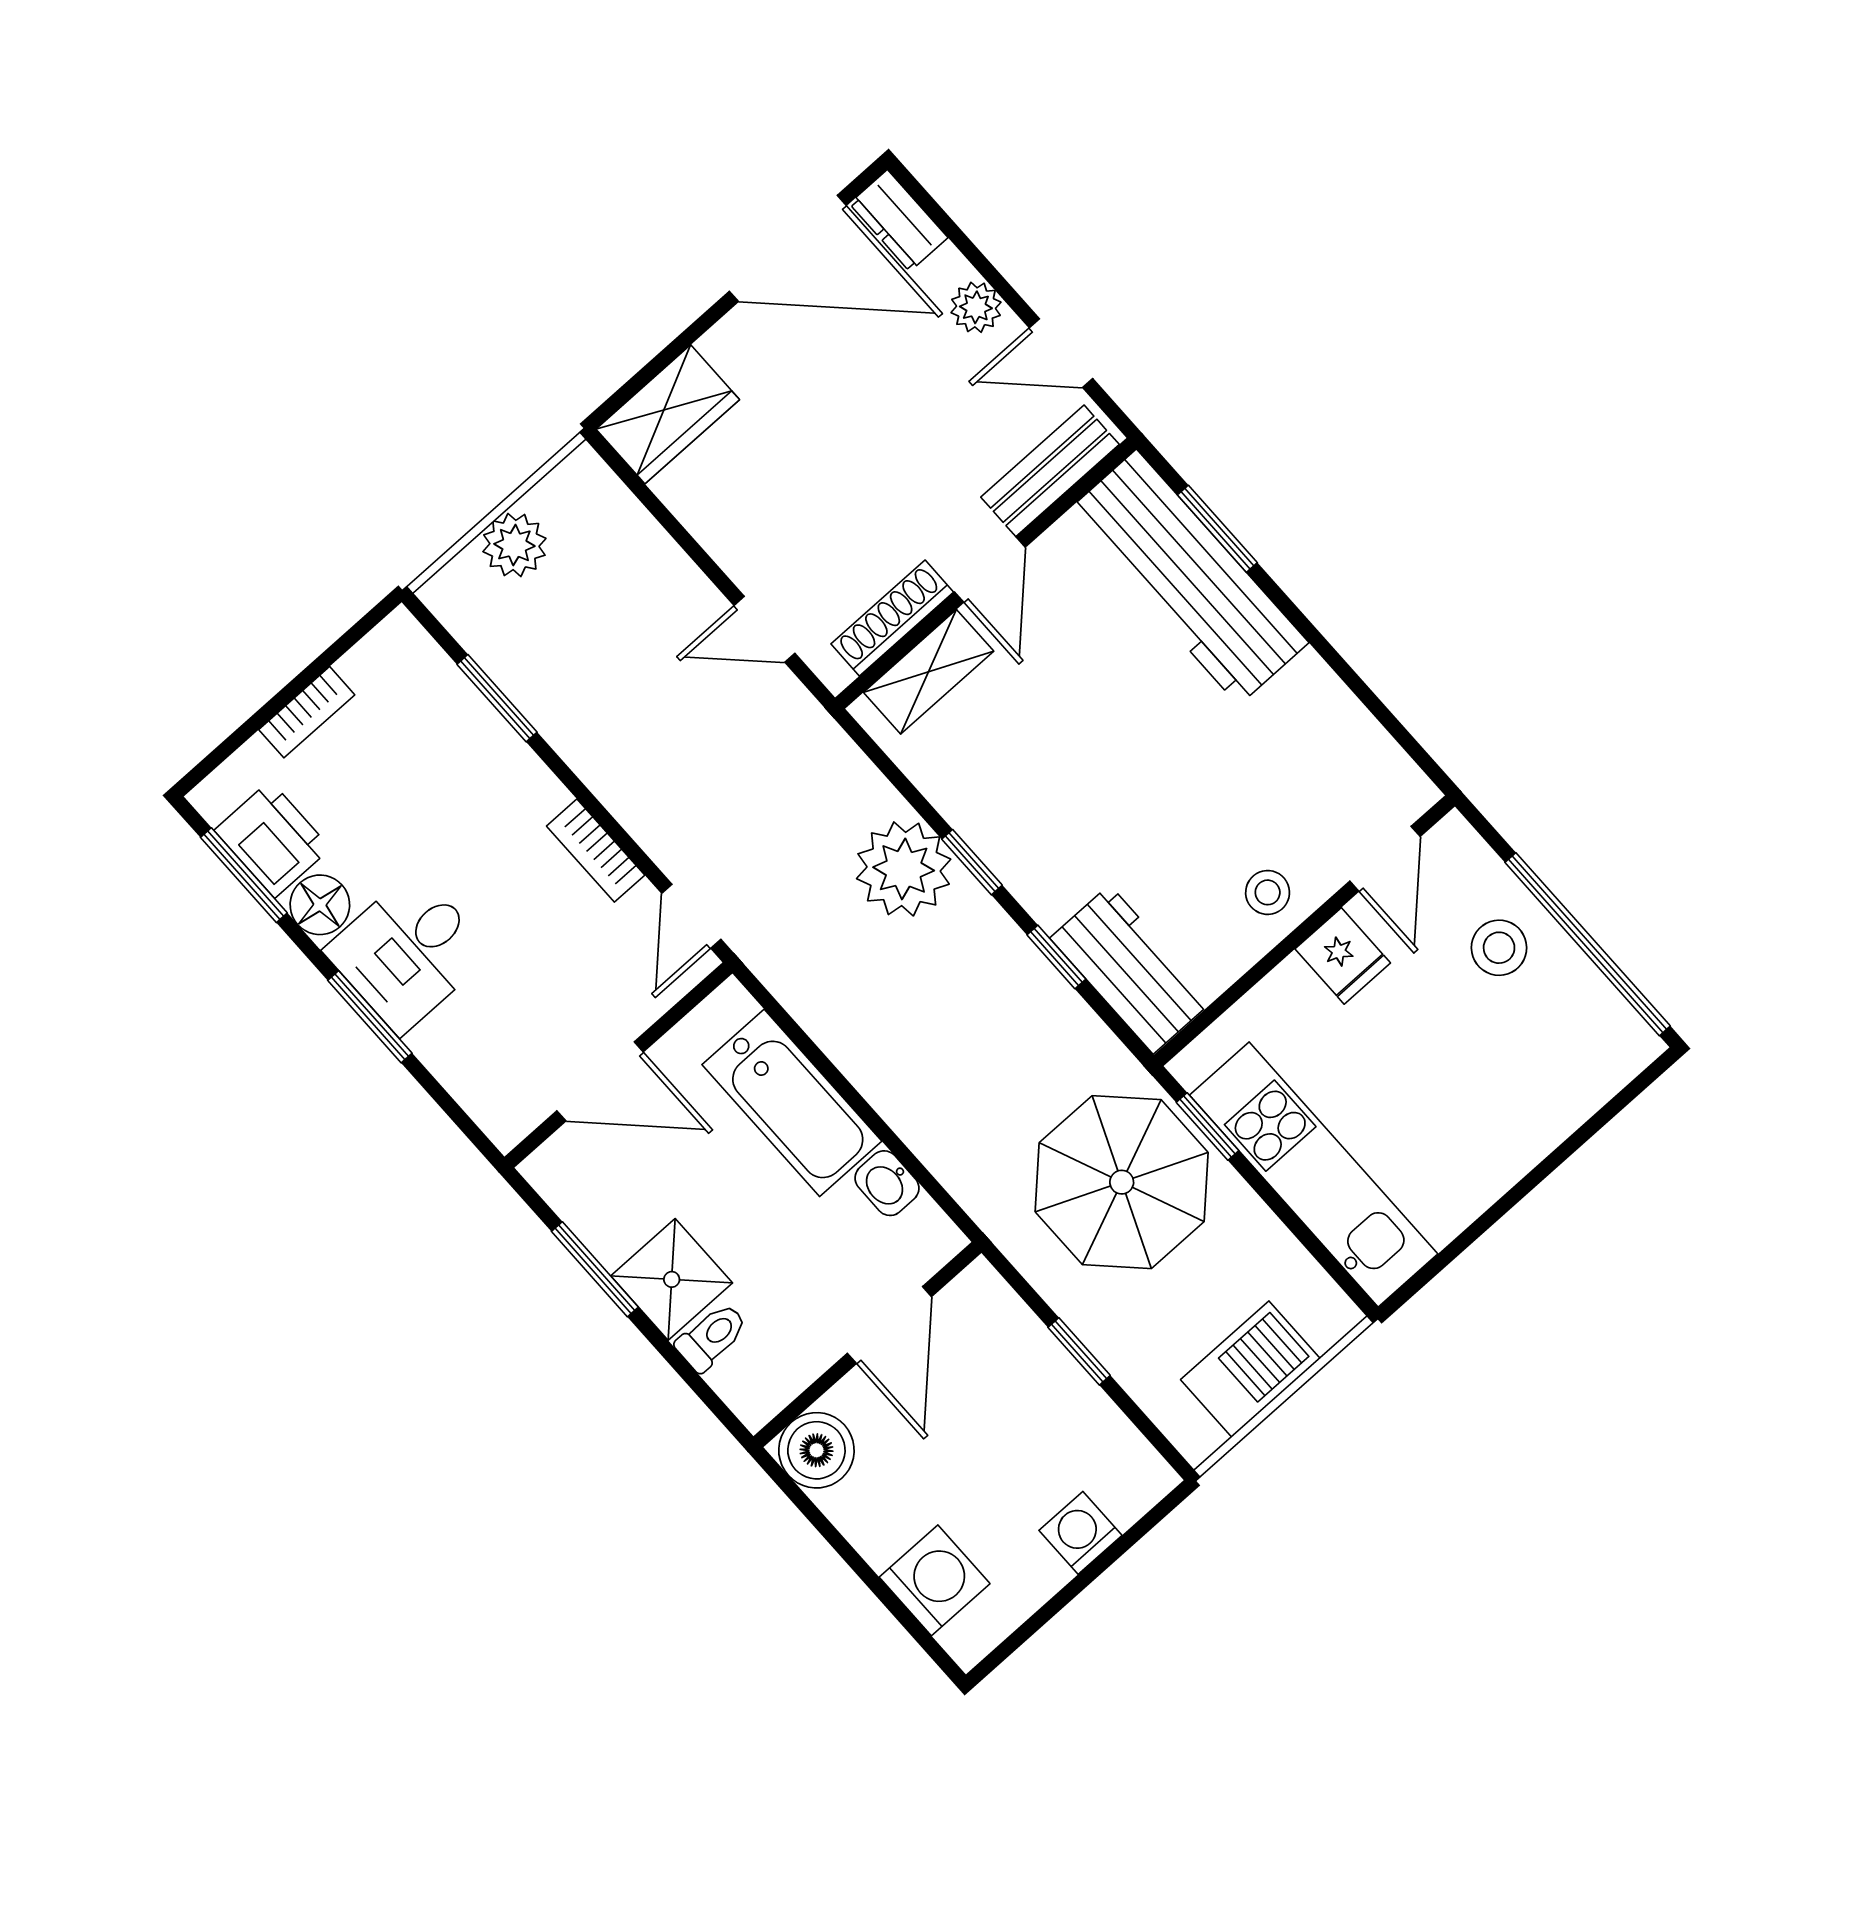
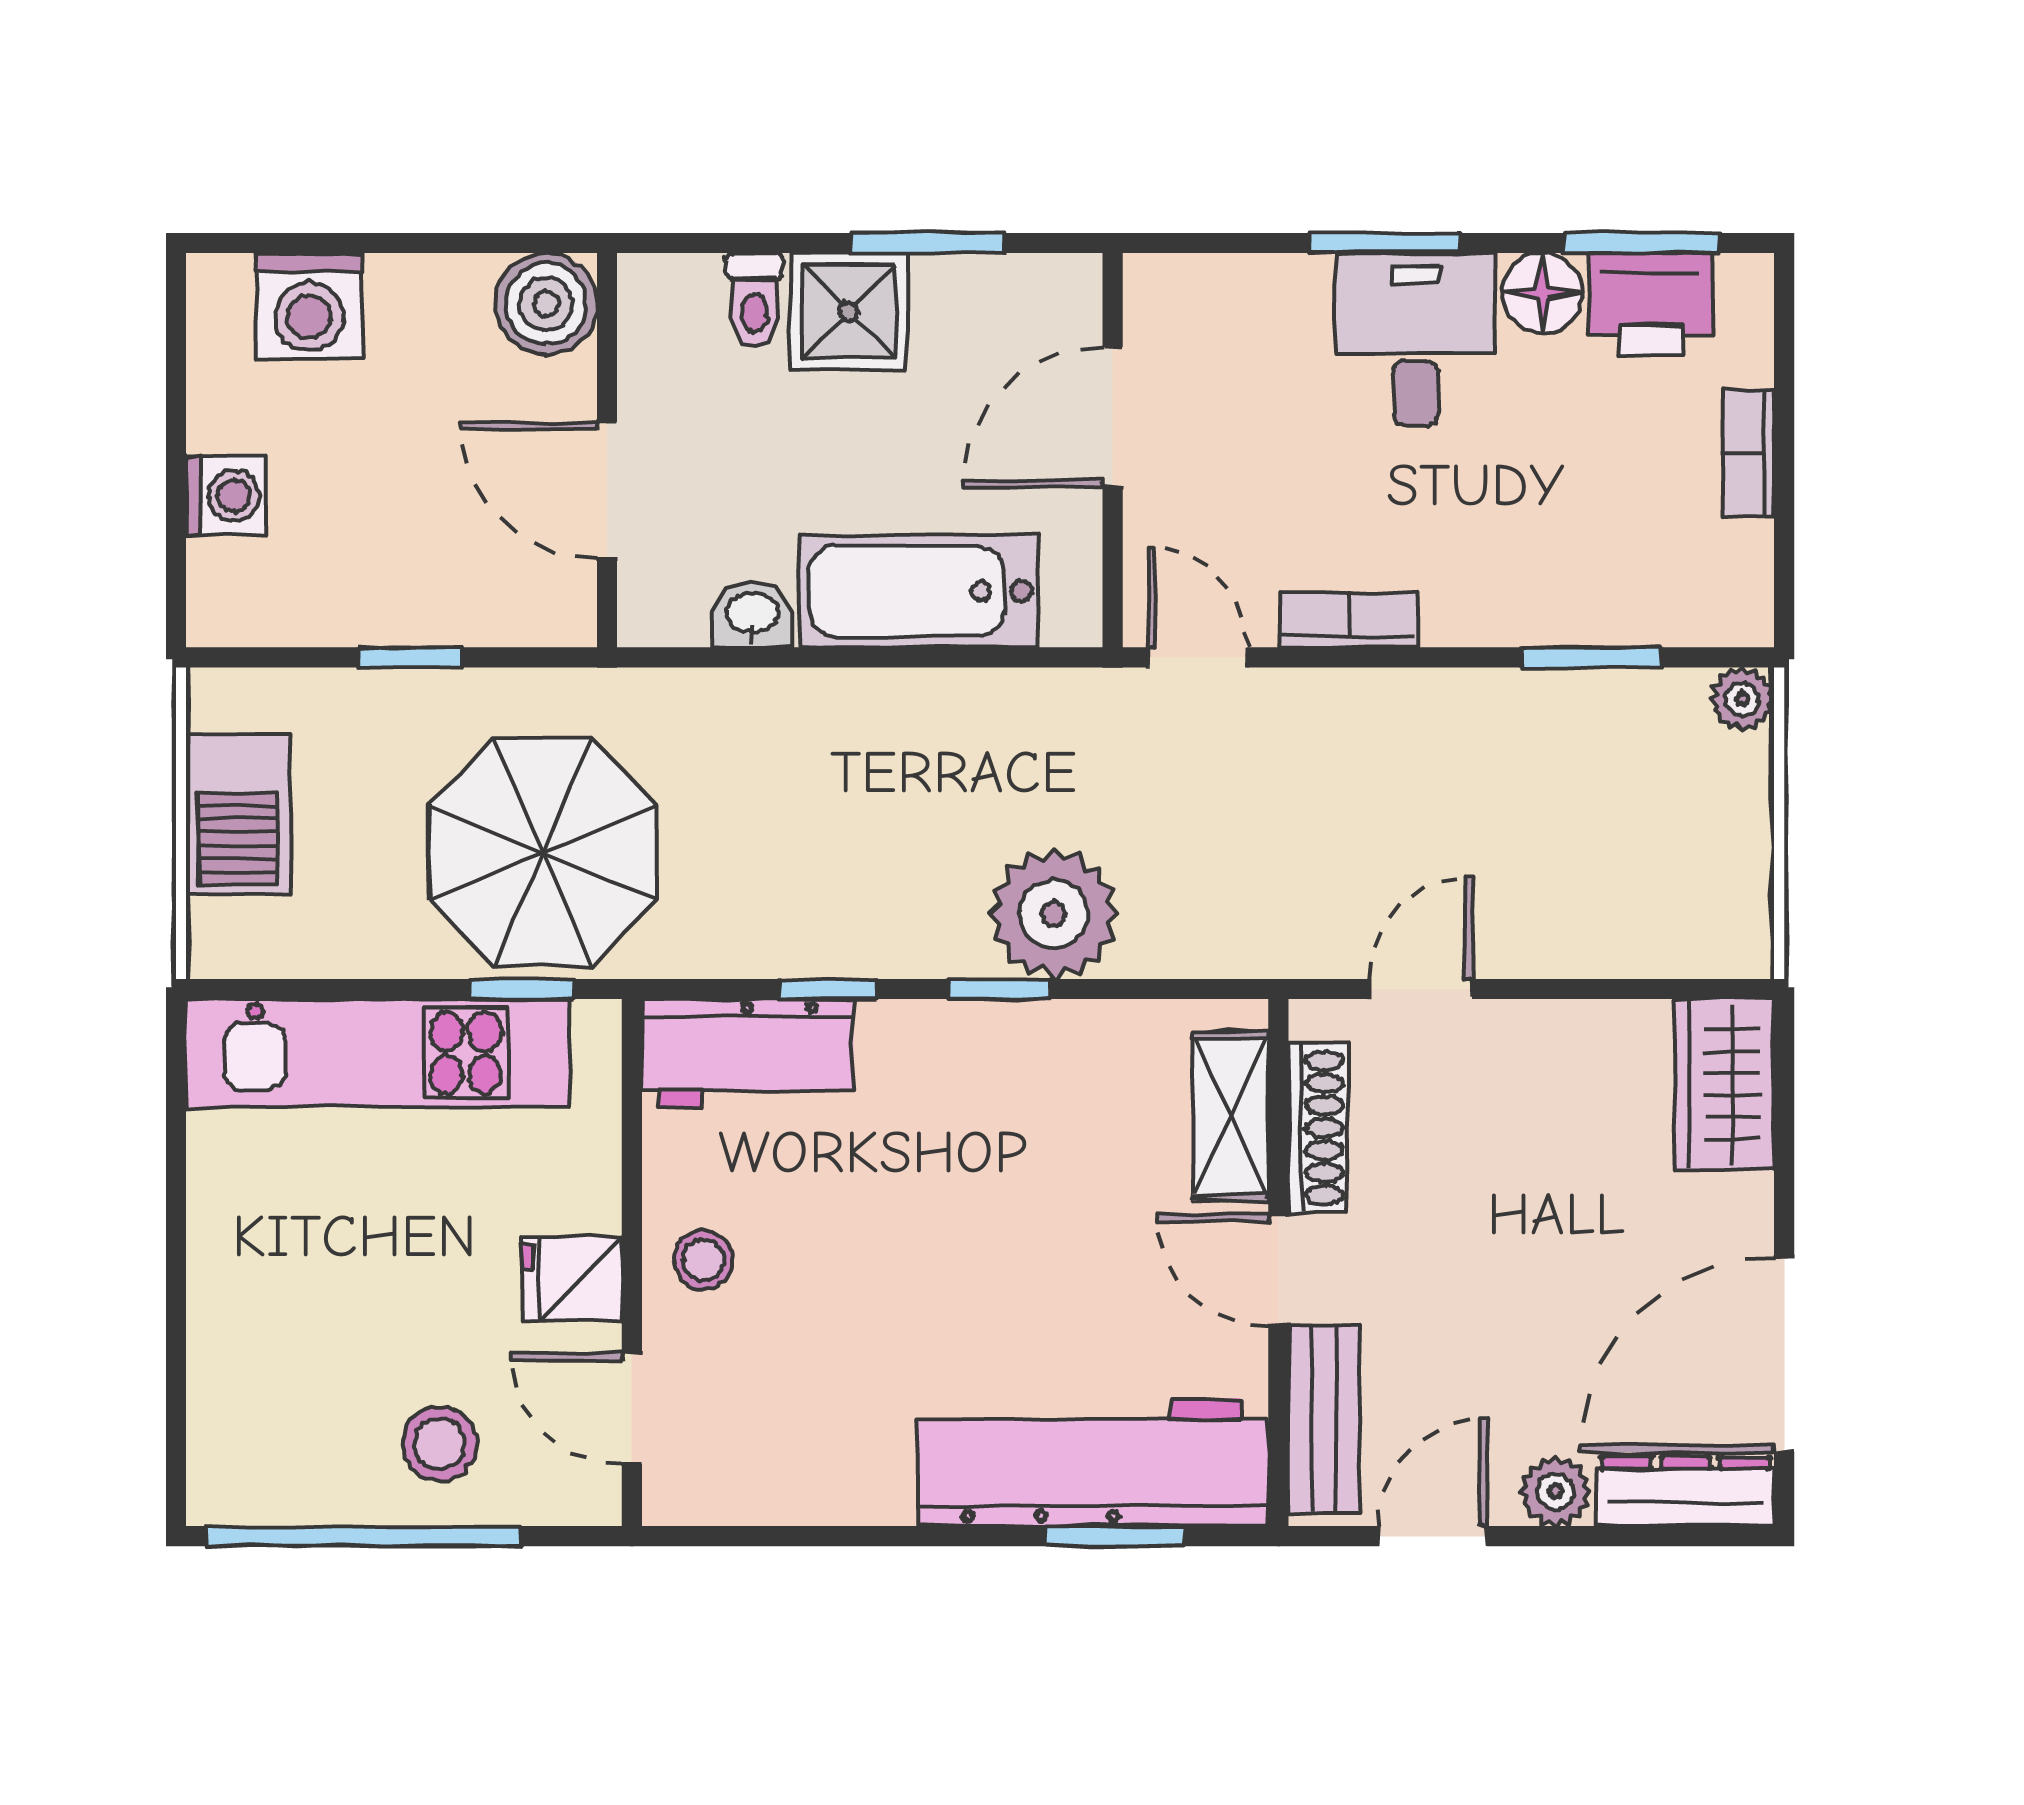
dresser: (899, 221) -> (1685, 1491), width x1.44
plant: (514, 545) -> (1742, 699), moved, width x0.73, depth x0.73

